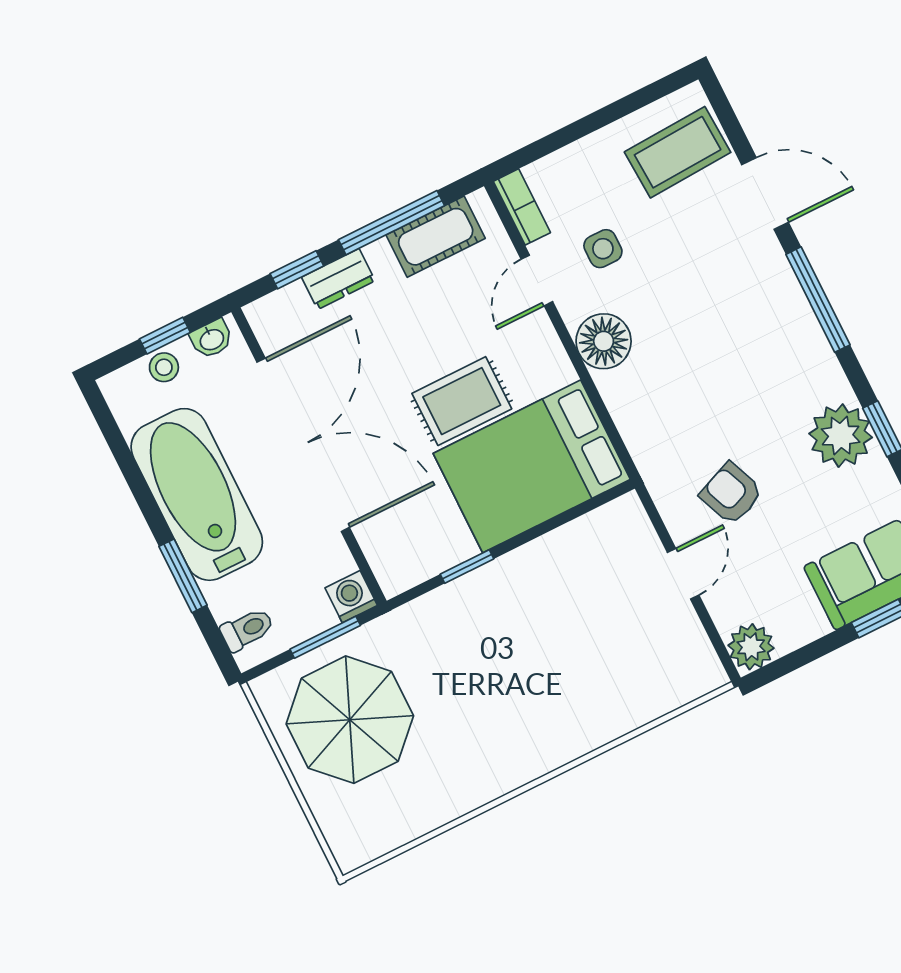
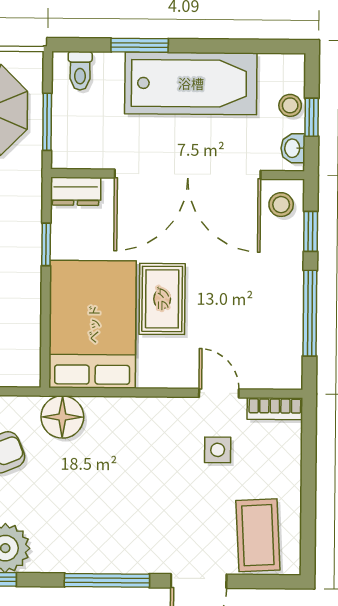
cot: (436, 237) -> (285, 339), removed
dresser: (338, 279) -> (76, 191), moved, turned -90
stool: (283, 319) -> (281, 205), added
floor lamp: (604, 341) -> (62, 417), moved
washing machine: (351, 597) -> (66, 154), removed

